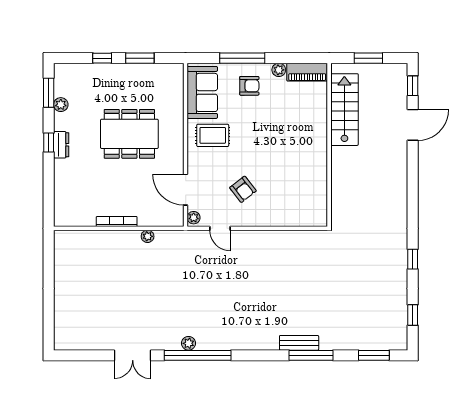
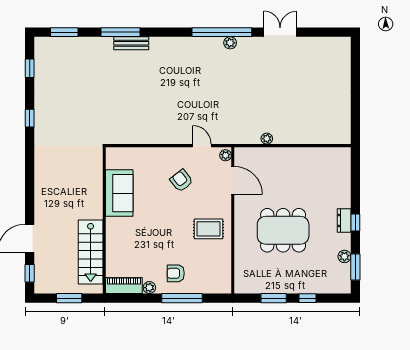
sofa: (202, 92) -> (119, 193), moved, turned 180
bookcase: (117, 222) -> (294, 152), removed

